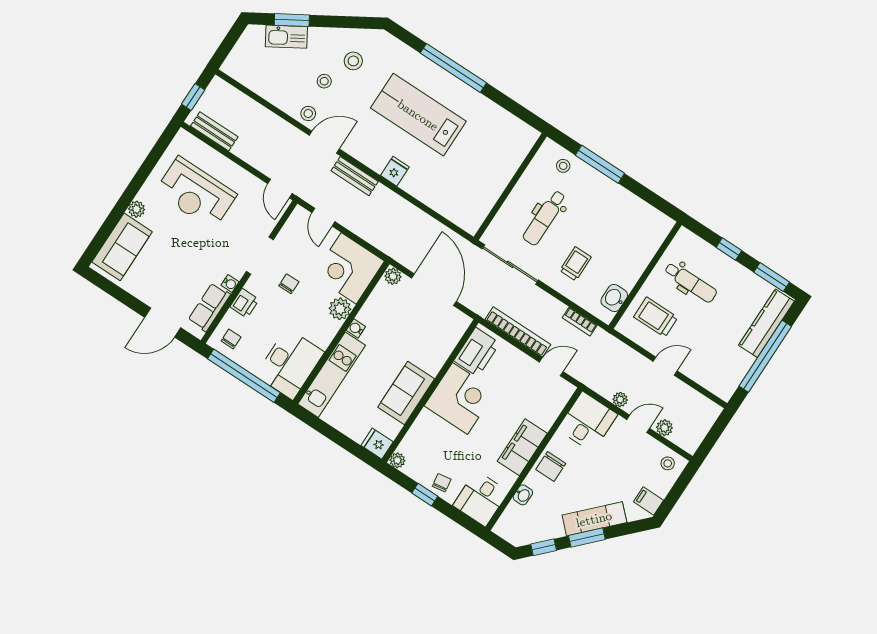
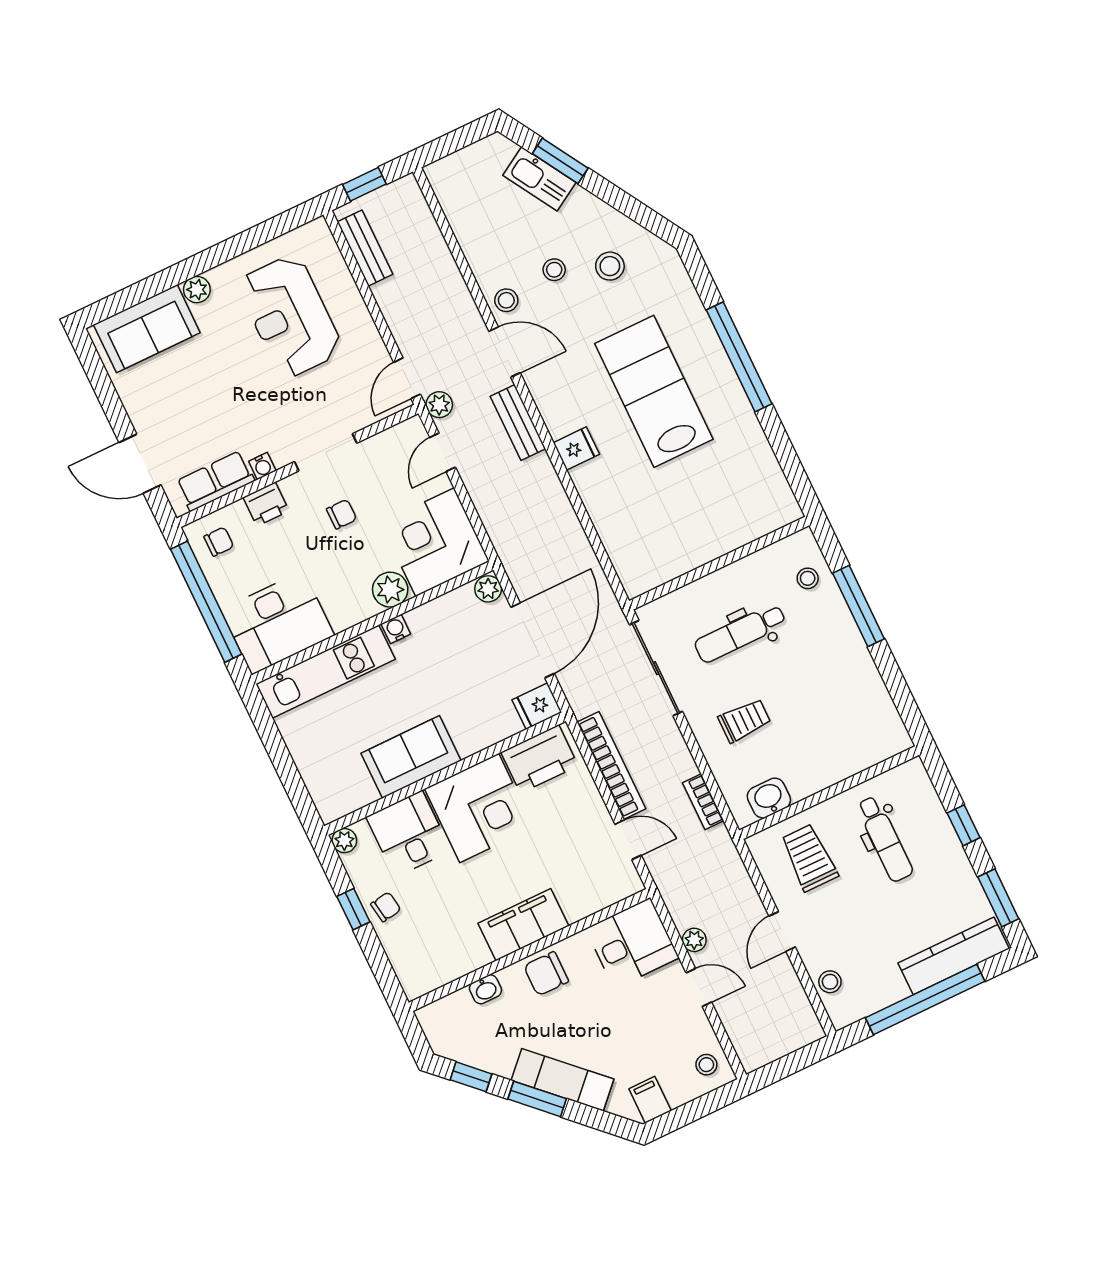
door: (665, 366) -> (782, 931), swing flipped
stool: (708, 378) -> (830, 982), added
plant: (664, 428) -> (439, 405), moved
fridge: (377, 444) -> (537, 706), moved, turned -90
desk: (481, 499) -> (409, 834), moved, turned 90

